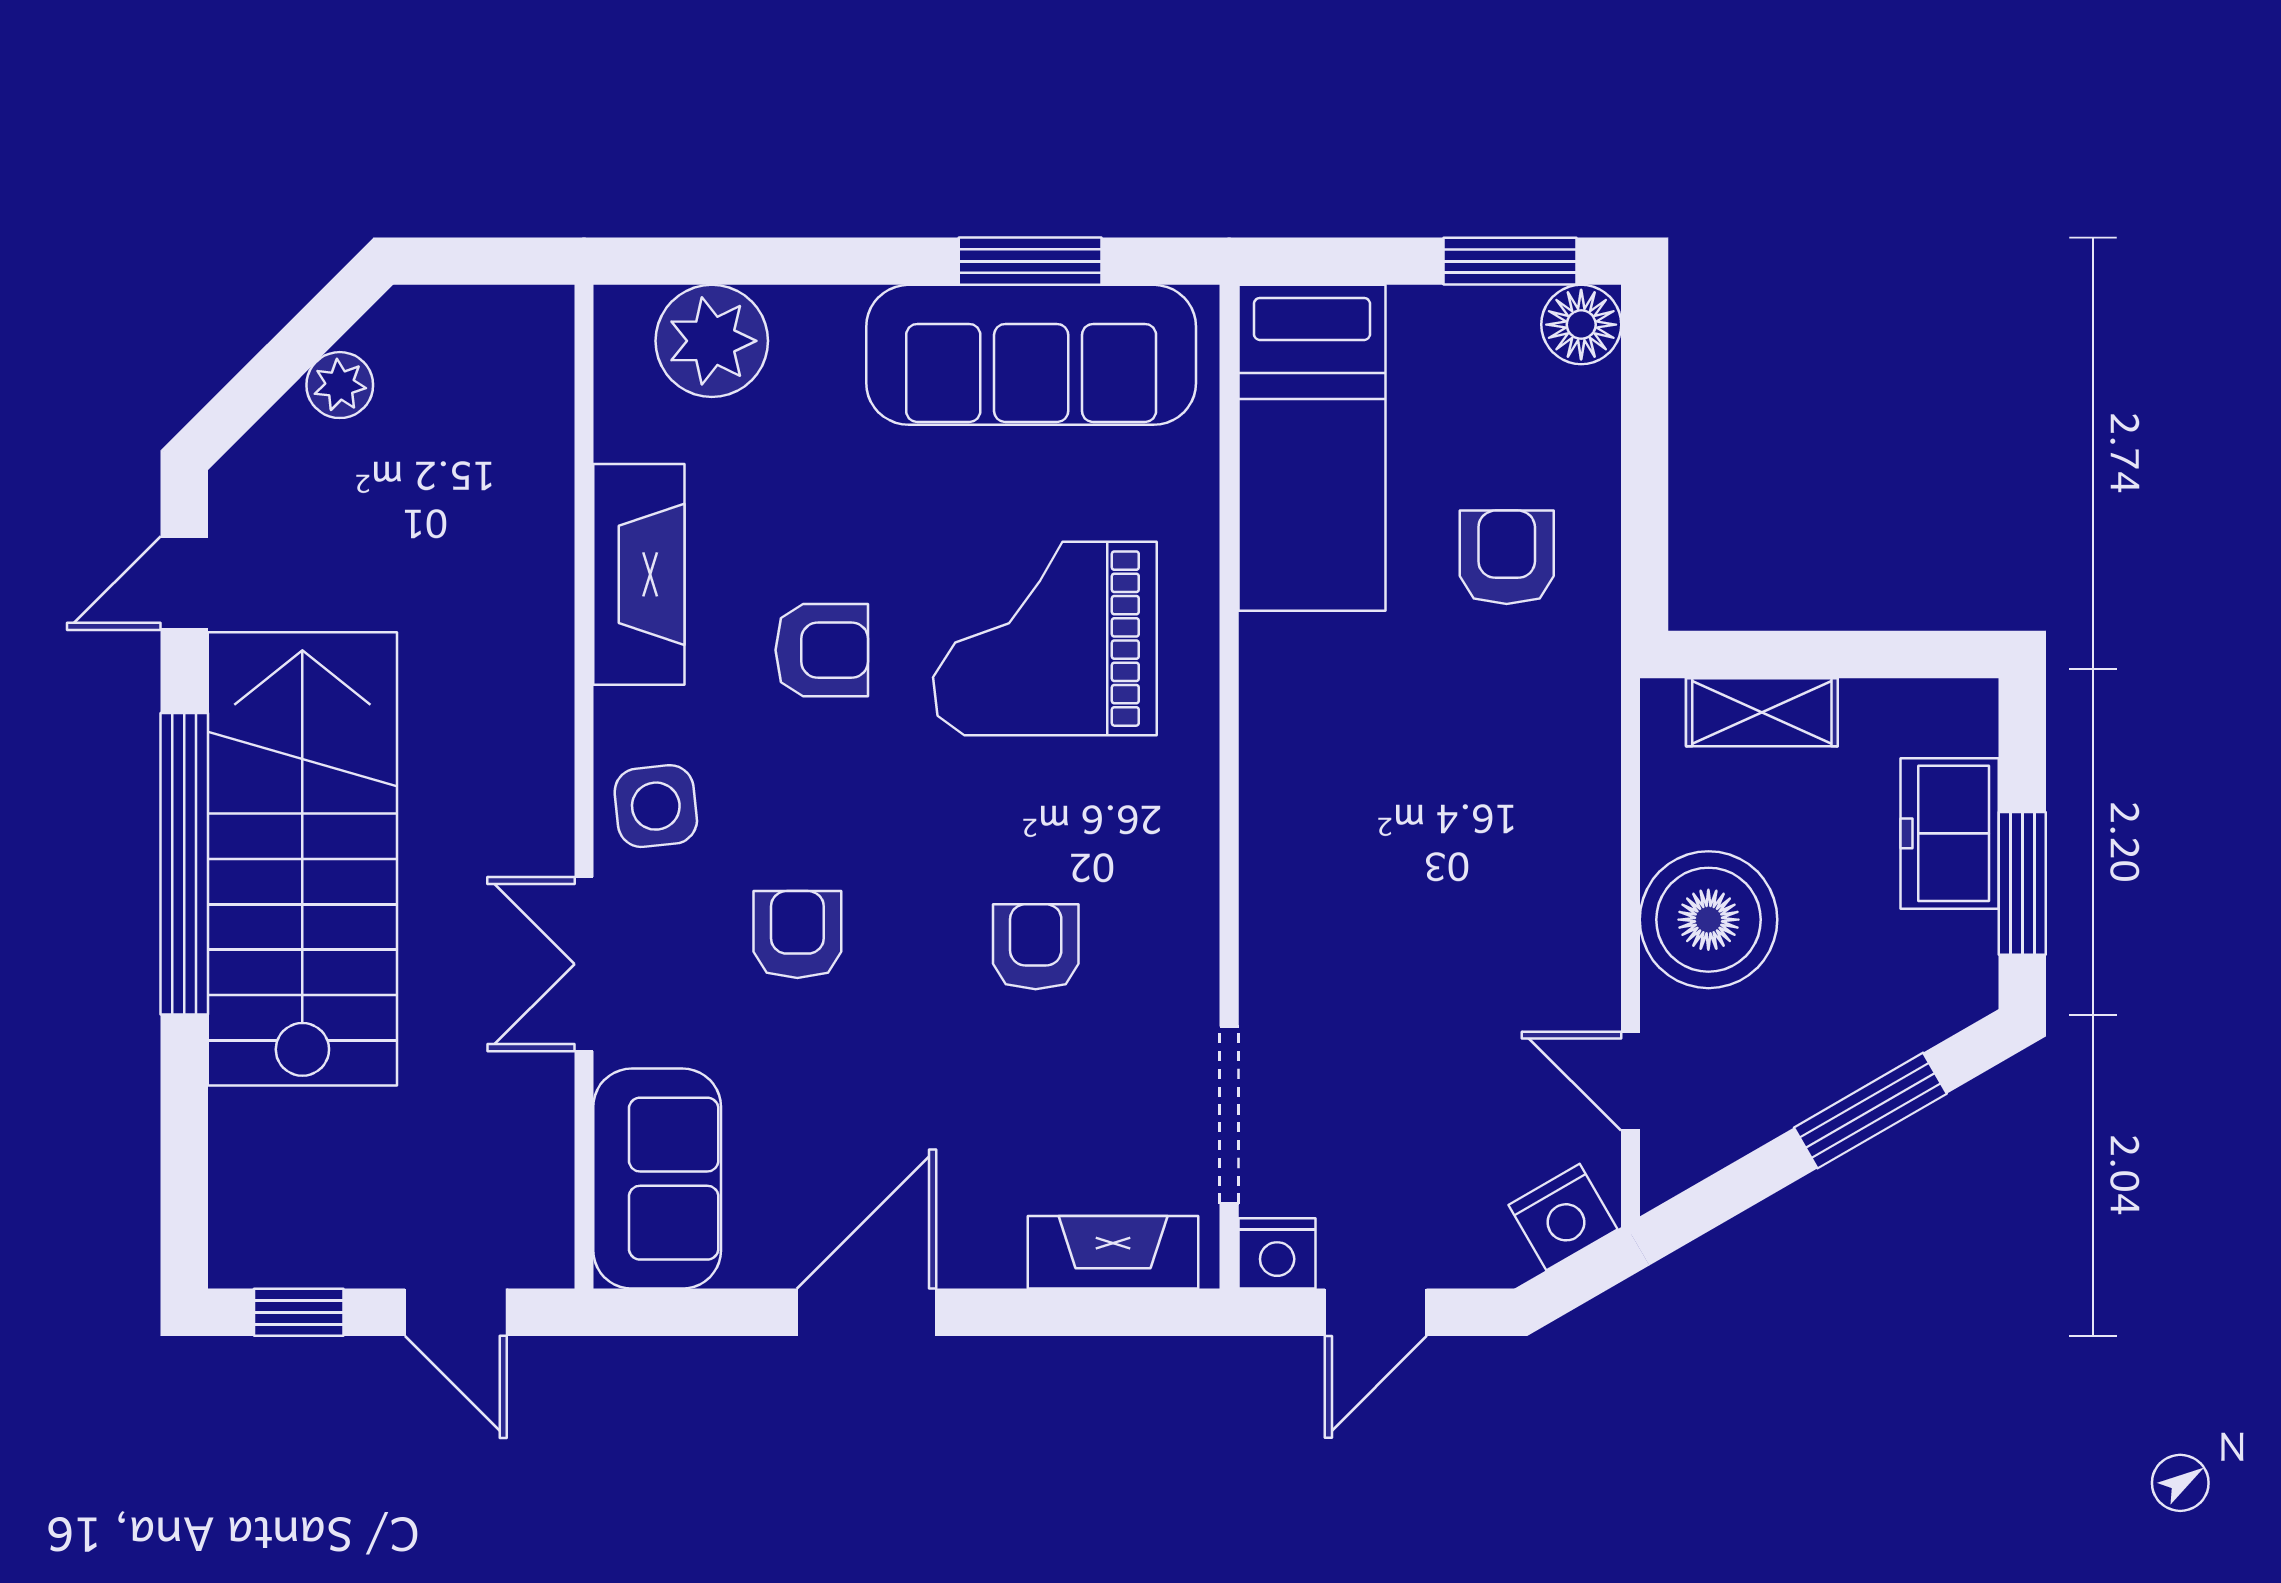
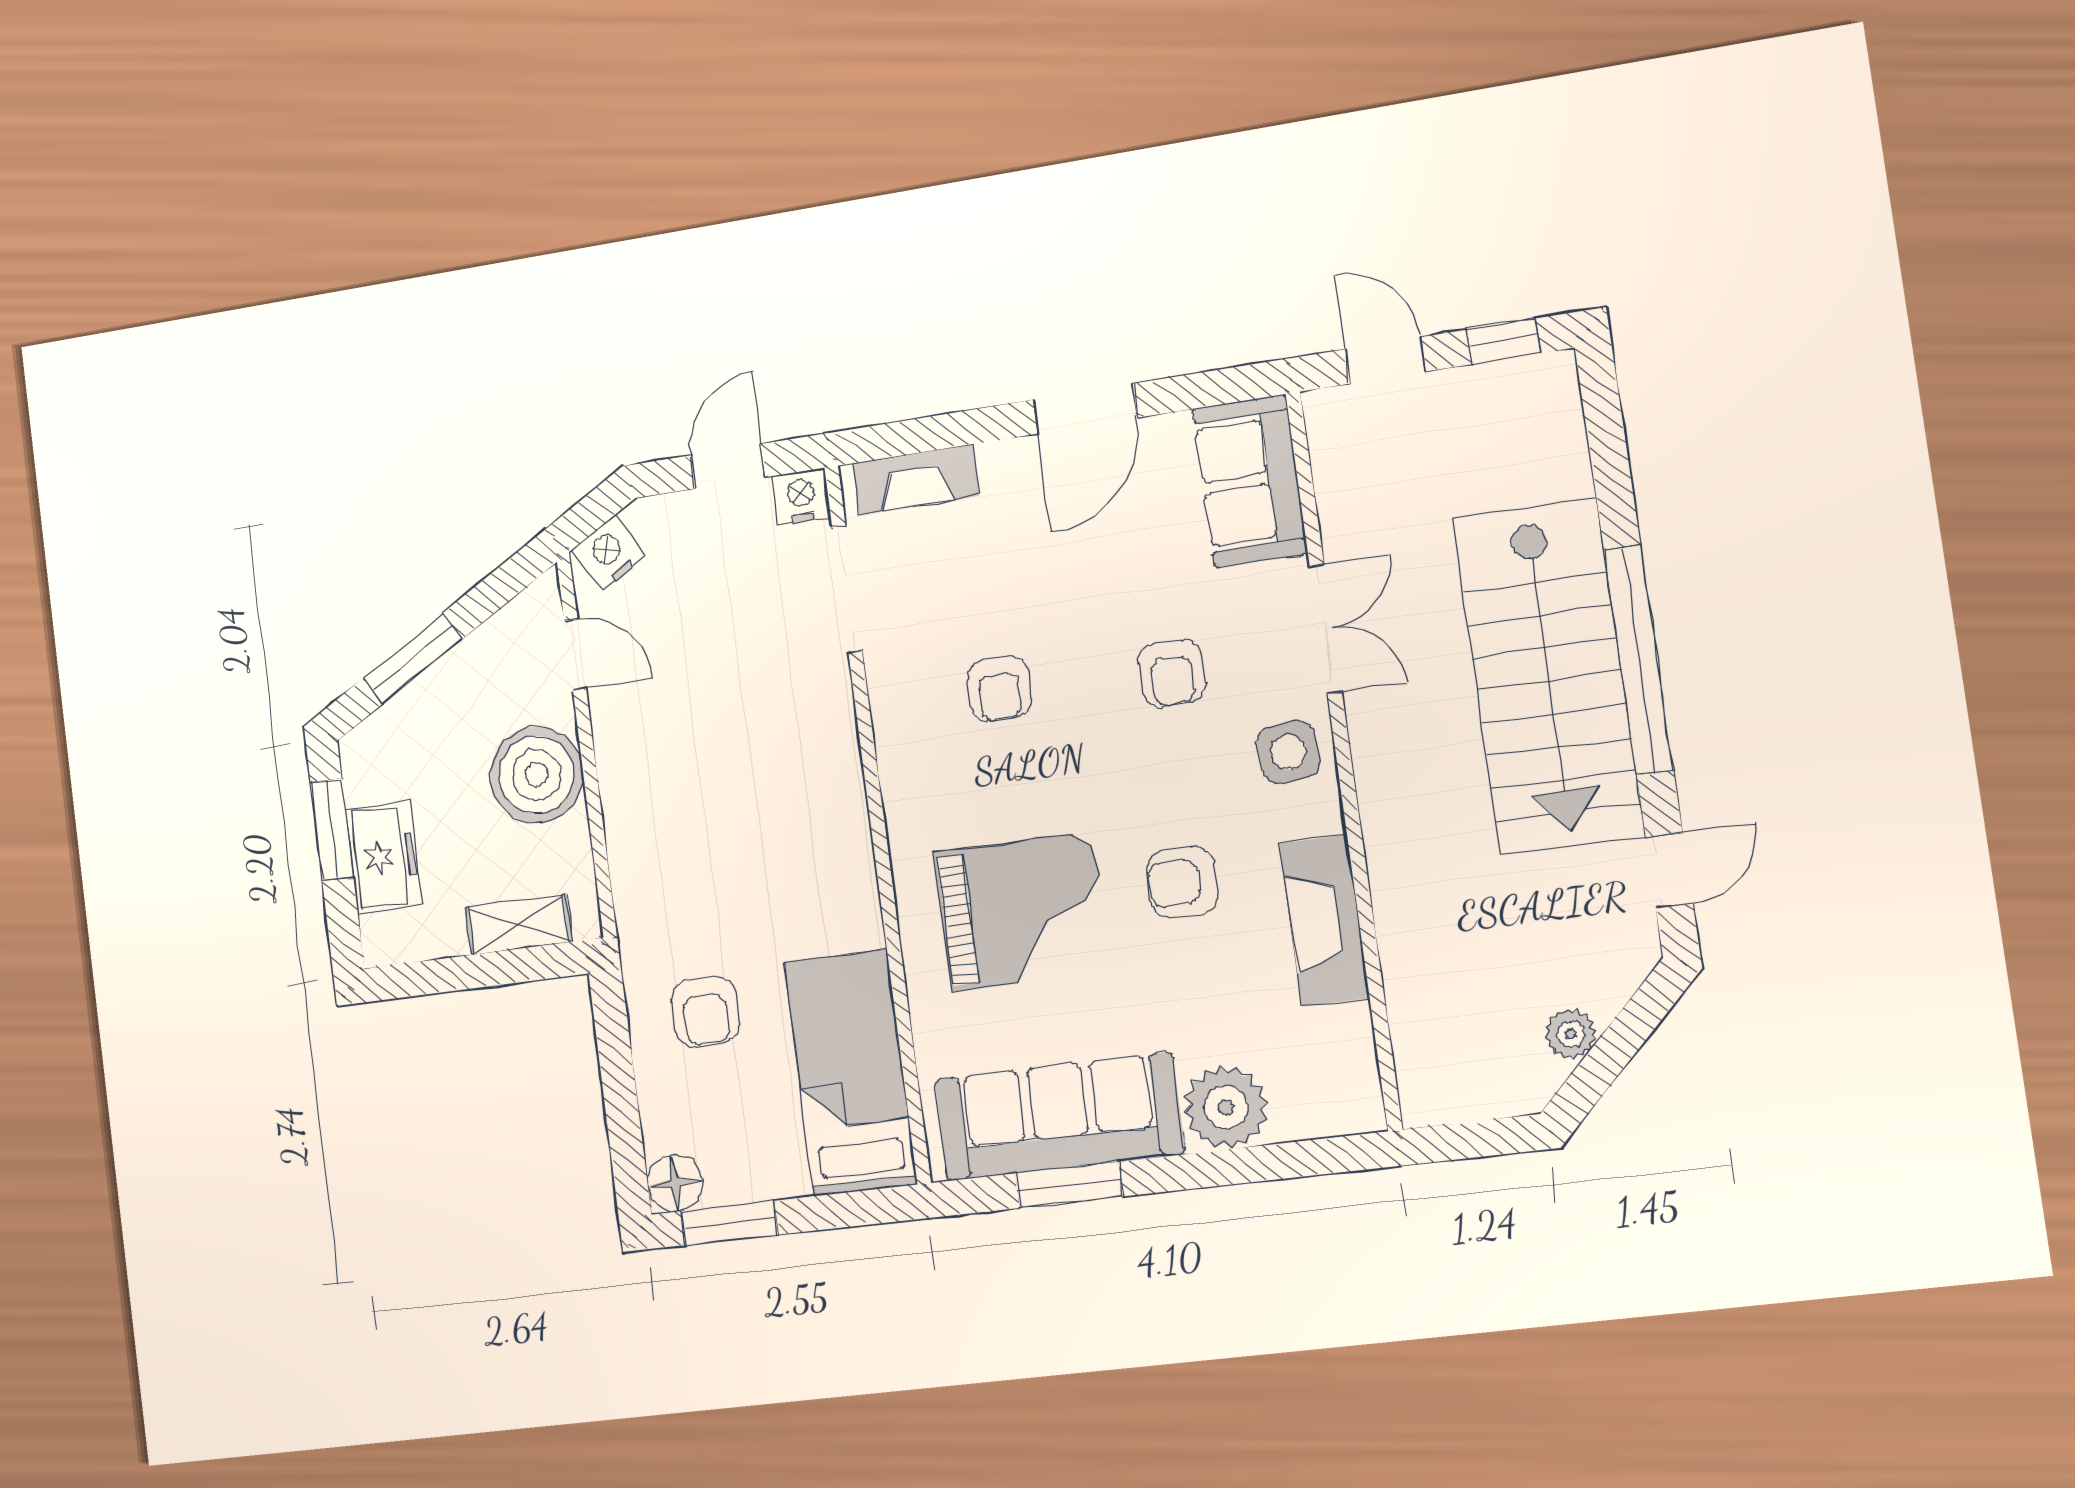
plant: (712, 341) -> (1226, 1108), moved

